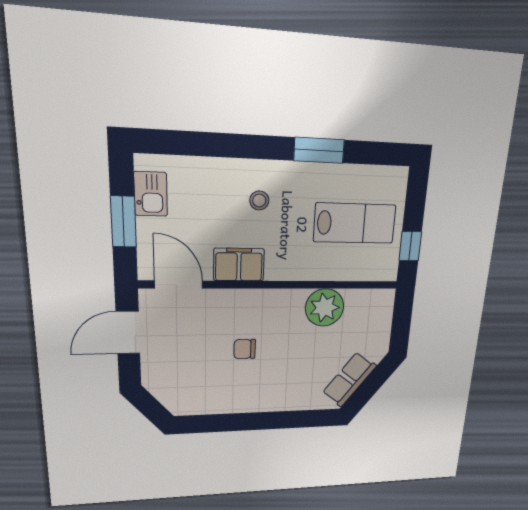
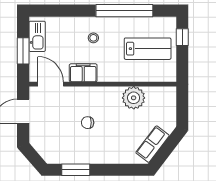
window: (319, 150) -> (124, 11), width x2.11
kitchen sink: (151, 194) -> (37, 36), width x1.38
window: (410, 246) -> (182, 37), moved
window: (223, 423) -> (76, 170), added

